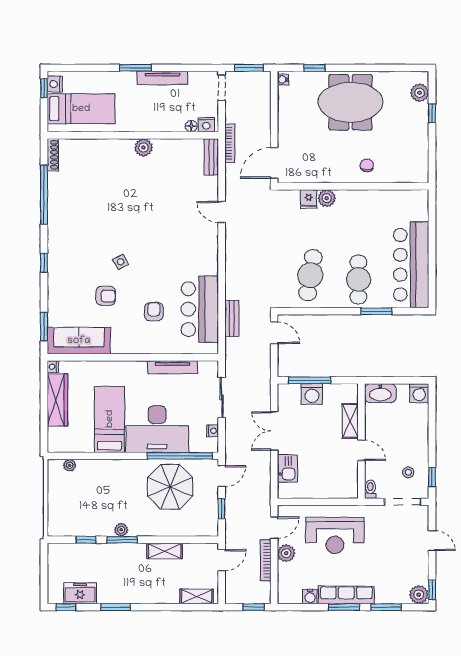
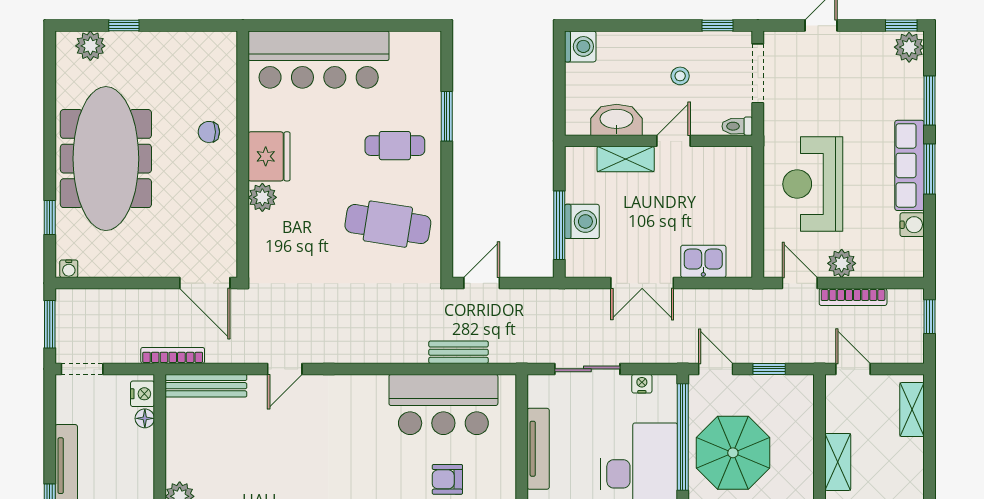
meeting table: (350, 102) -> (106, 159), width x1.36
bench: (211, 157) -> (206, 386), width x1.36
fridge: (309, 199) -> (269, 156), moved, width x1.88, depth x1.34
bar counter: (411, 265) -> (319, 60), moved
cafe table: (358, 279) -> (395, 146), width x0.73, depth x0.74
washbasin: (380, 393) -> (617, 120), moved, turned -90
stool: (408, 472) -> (680, 76), moved
reception desk: (335, 536) -> (813, 184), turned 180

